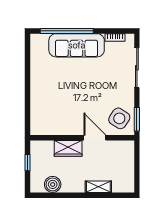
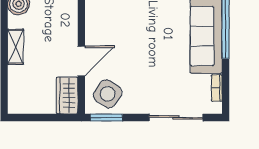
wardrobe: (68, 148) -> (67, 96), moved
shelving: (98, 187) -> (15, 47), moved

